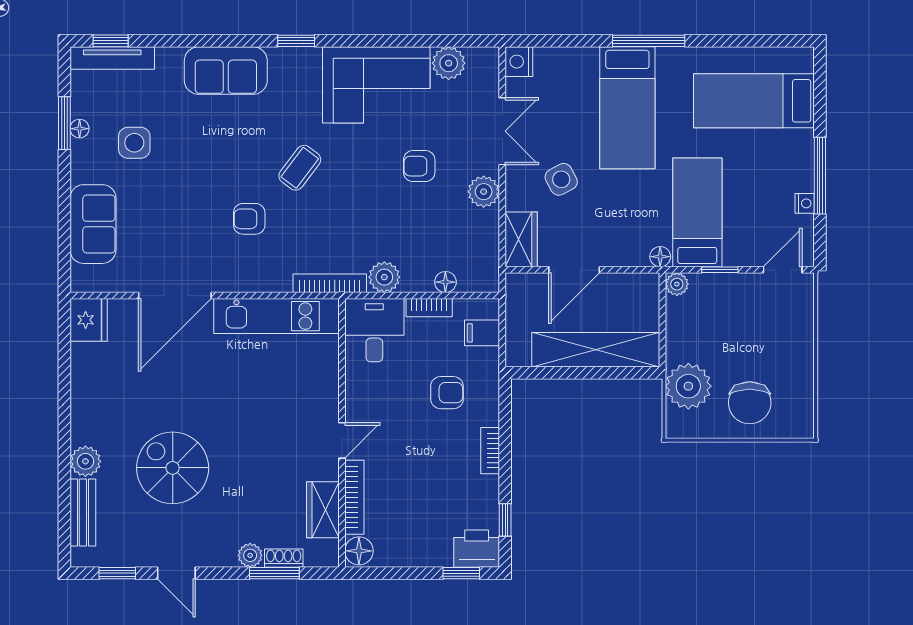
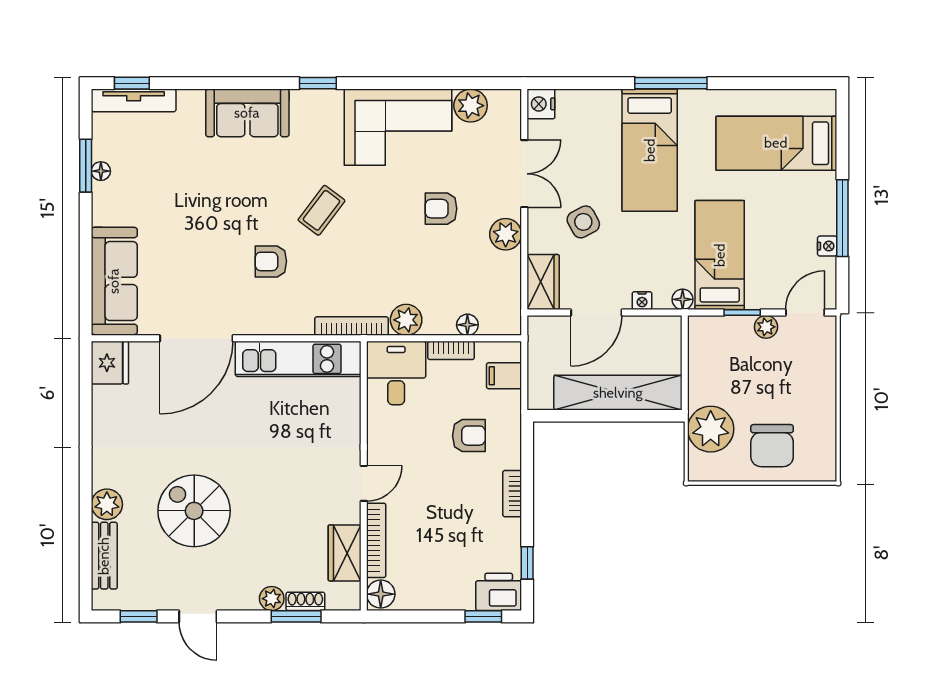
side table: (134, 143) -> (156, 185), removed
sofa: (93, 224) -> (114, 281), width x1.36
nightstand: (620, 258) -> (642, 301), added
plant: (677, 284) -> (766, 327), moved

